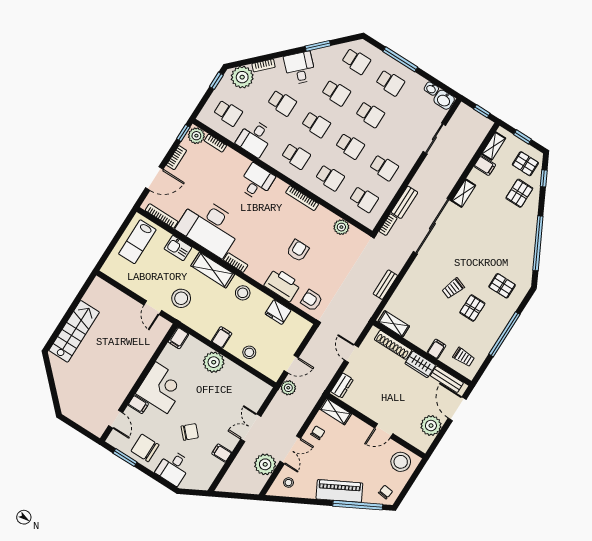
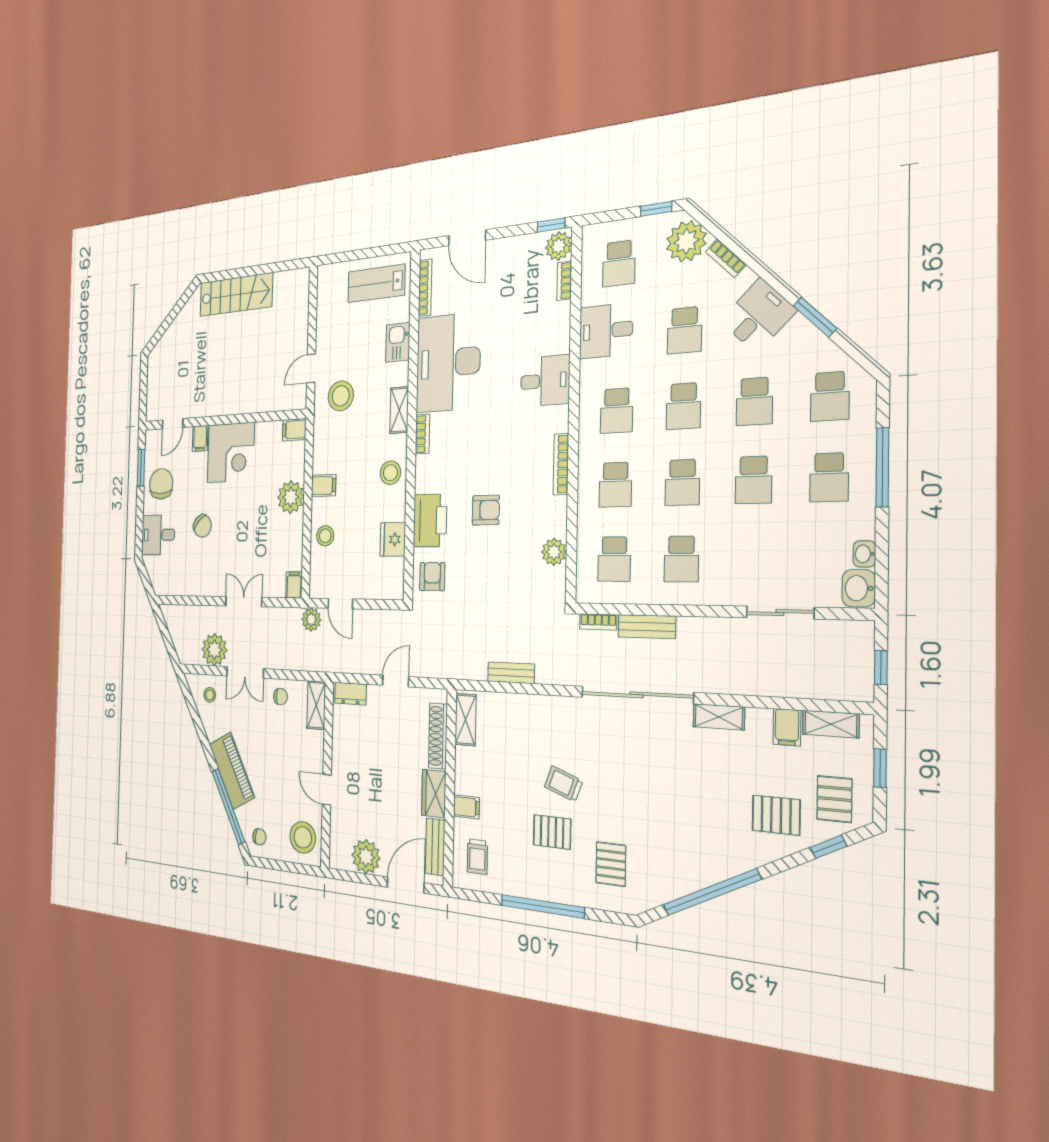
bookcase: (176, 158) -> (512, 244), removed
shelving: (213, 270) -> (399, 410), width x0.67, depth x0.75
filing cabinet: (222, 453) -> (294, 585), moved

